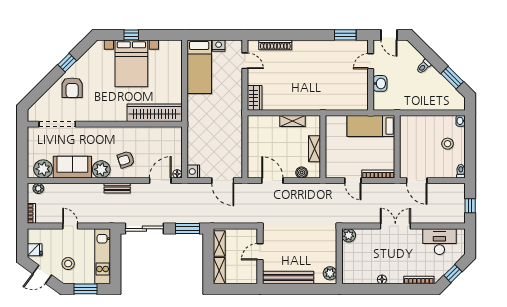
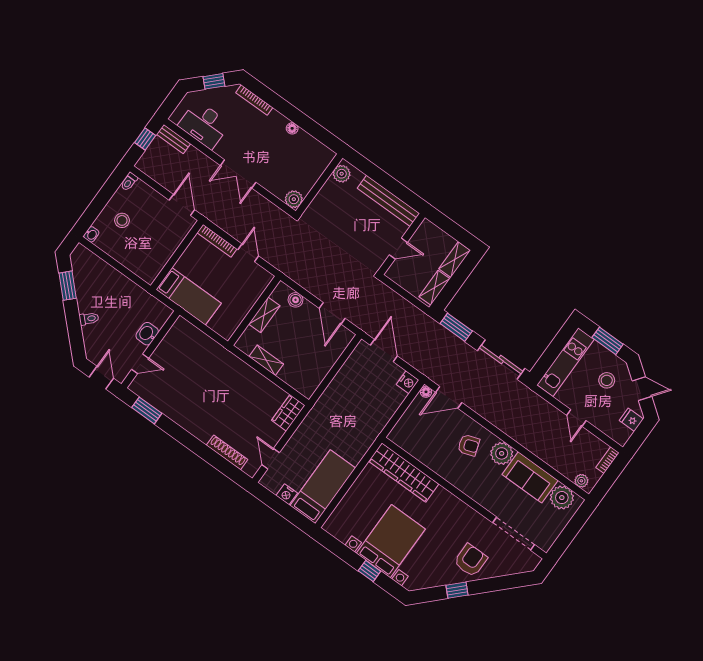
bench: (117, 188) -> (173, 139), moved

